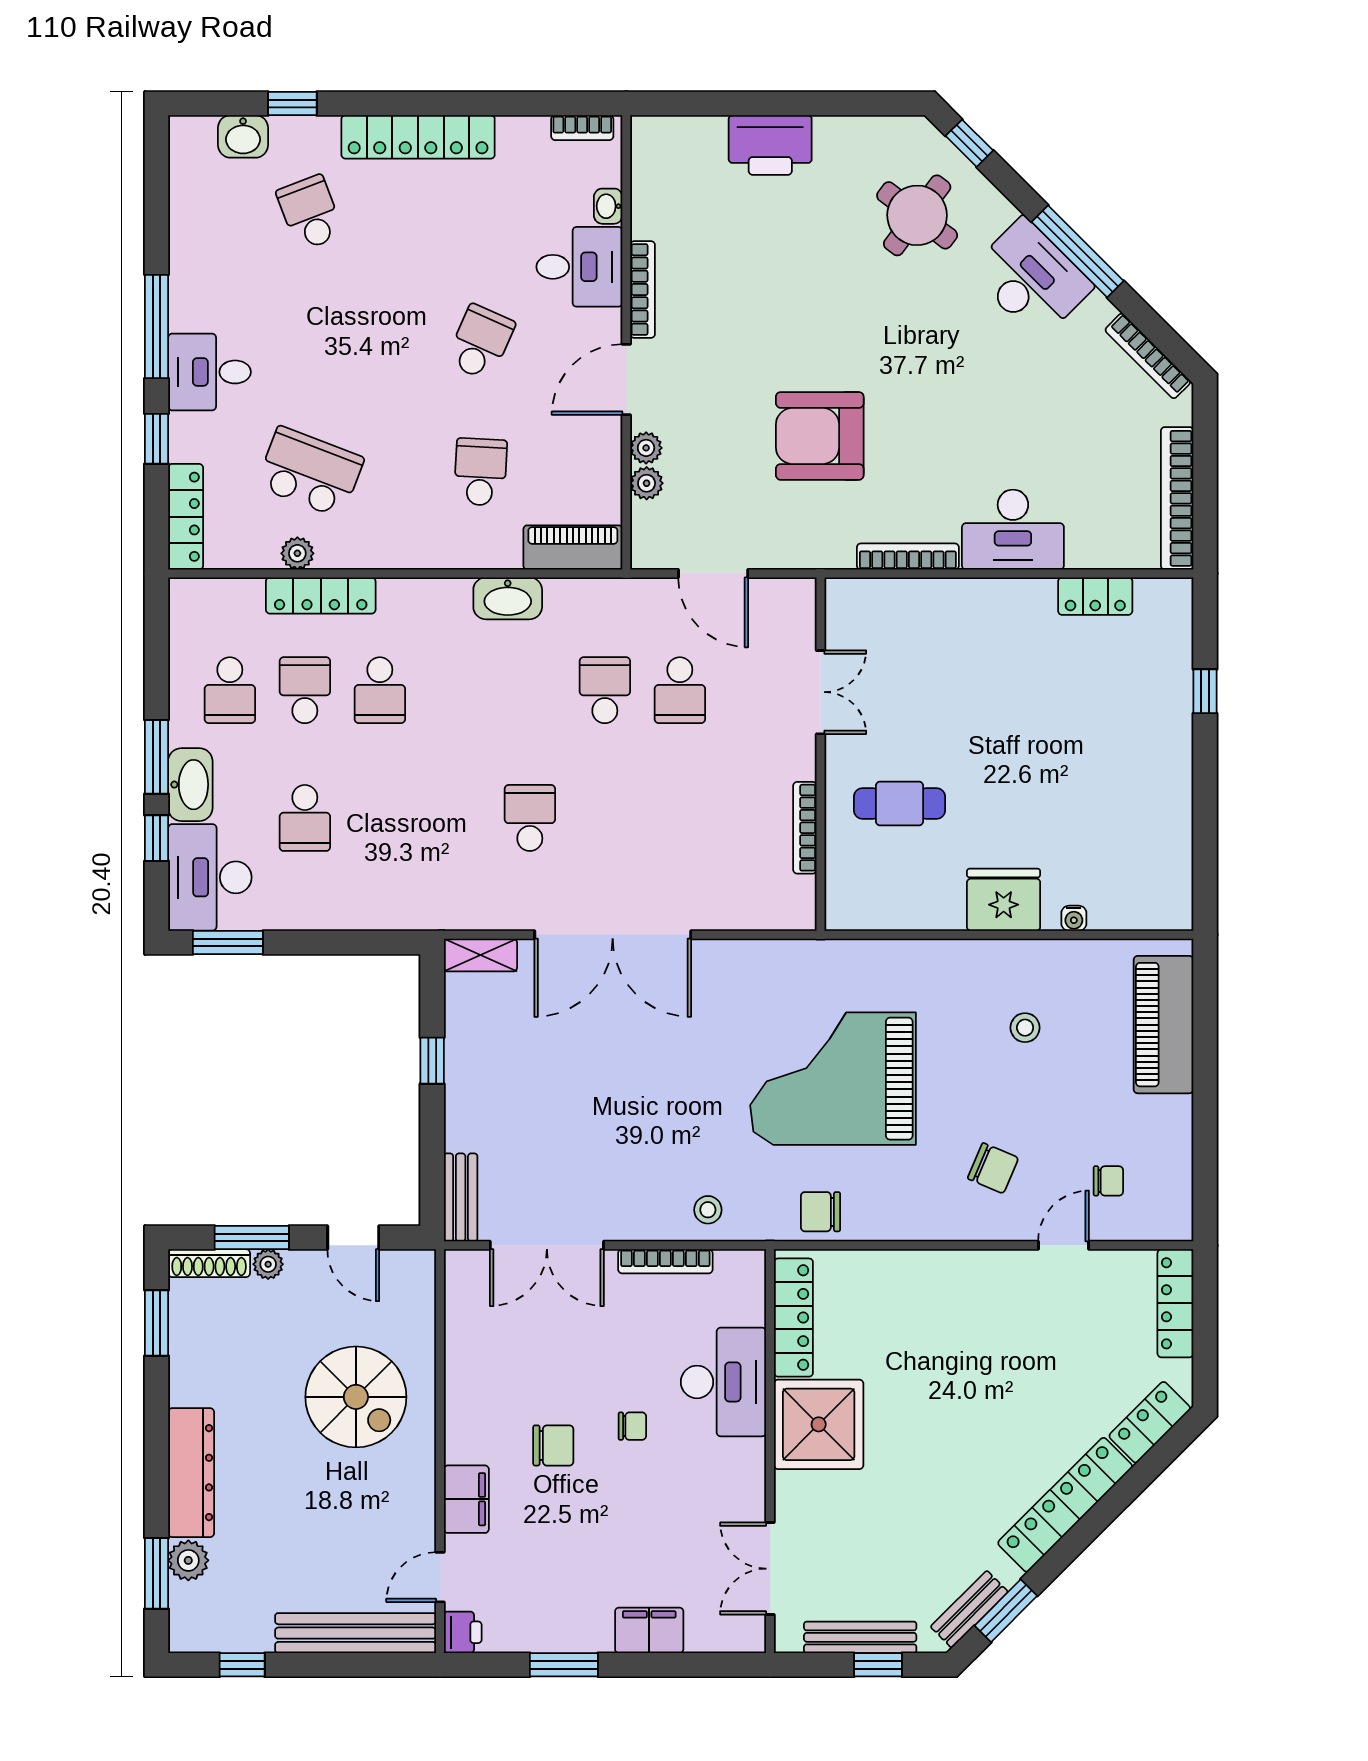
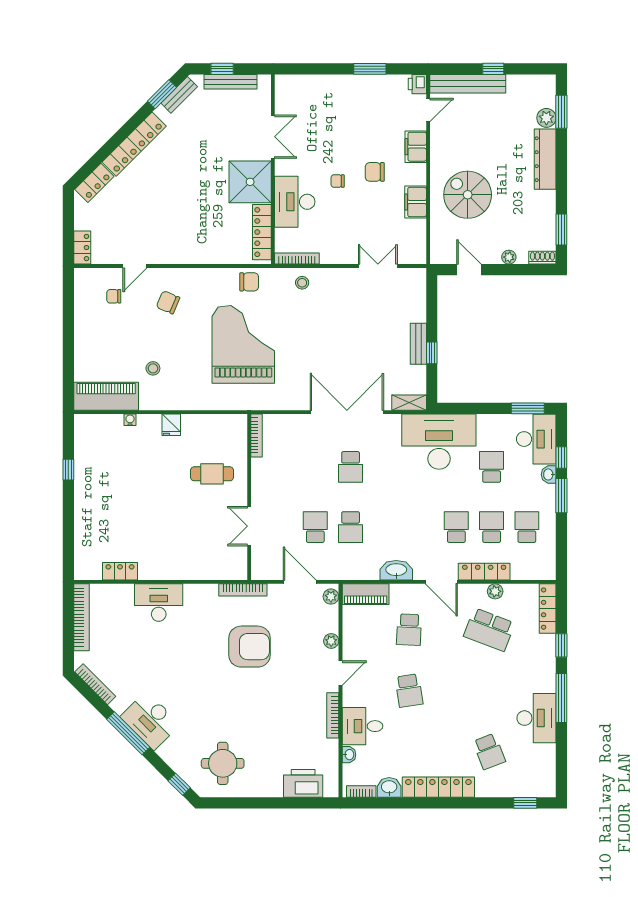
window: (292, 104) -> (525, 803), moved
washbasin: (243, 136) -> (389, 787), moved
printer: (770, 145) -> (303, 783), moved
round table: (917, 215) -> (223, 763), moved, turned -37
school desk: (481, 342) -> (409, 691), turned -33
desk: (209, 372) -> (536, 718), moved, width x1.37
door: (626, 380) -> (340, 673), width x0.73
plant: (647, 483) -> (331, 597), moved
bookcase: (908, 557) -> (243, 590), moved
door: (412, 573) -> (441, 582), added
school desk: (305, 690) -> (492, 527), turned 180
window: (1205, 691) -> (68, 470), moved
washbasin: (190, 785) -> (549, 474), width x0.52, depth x0.69
school desk: (530, 818) -> (351, 467), moved
bookcase: (805, 828) -> (256, 435), moved
desk: (417, 872) -> (439, 442), added
fridge: (1004, 900) -> (171, 425), width x0.53, depth x0.75
piano: (1163, 1025) -> (106, 396), moved, turned -90
grand piano: (833, 1079) -> (243, 344), turned -90
bench: (461, 1197) -> (418, 344), moved
window: (252, 1238) -> (517, 270), removed
double door: (547, 1245) -> (378, 266), width x0.73
bookcase: (665, 1261) -> (297, 259), moved
shoe rack: (209, 1263) -> (542, 258), width x0.70
locker: (1175, 1303) -> (82, 248), width x0.66
double door: (770, 1569) -> (273, 137), moved
filing cabinet: (649, 1630) -> (416, 202), moved, turned 90
window: (242, 1665) -> (493, 69), moved

